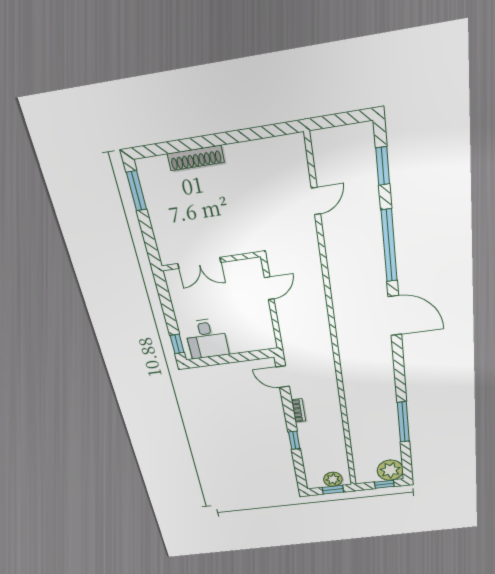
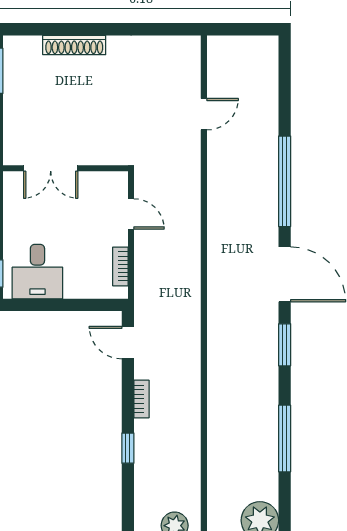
window: (383, 166) -> (285, 345), moved
door: (269, 288) -> (131, 214), hinge flipped
bookcase: (268, 327) -> (120, 266), added

